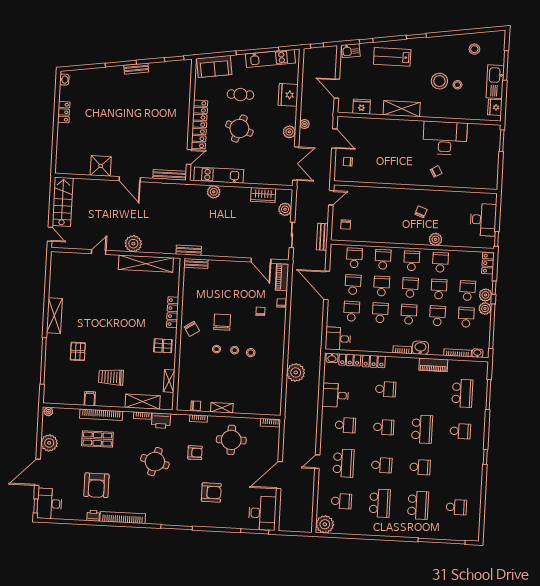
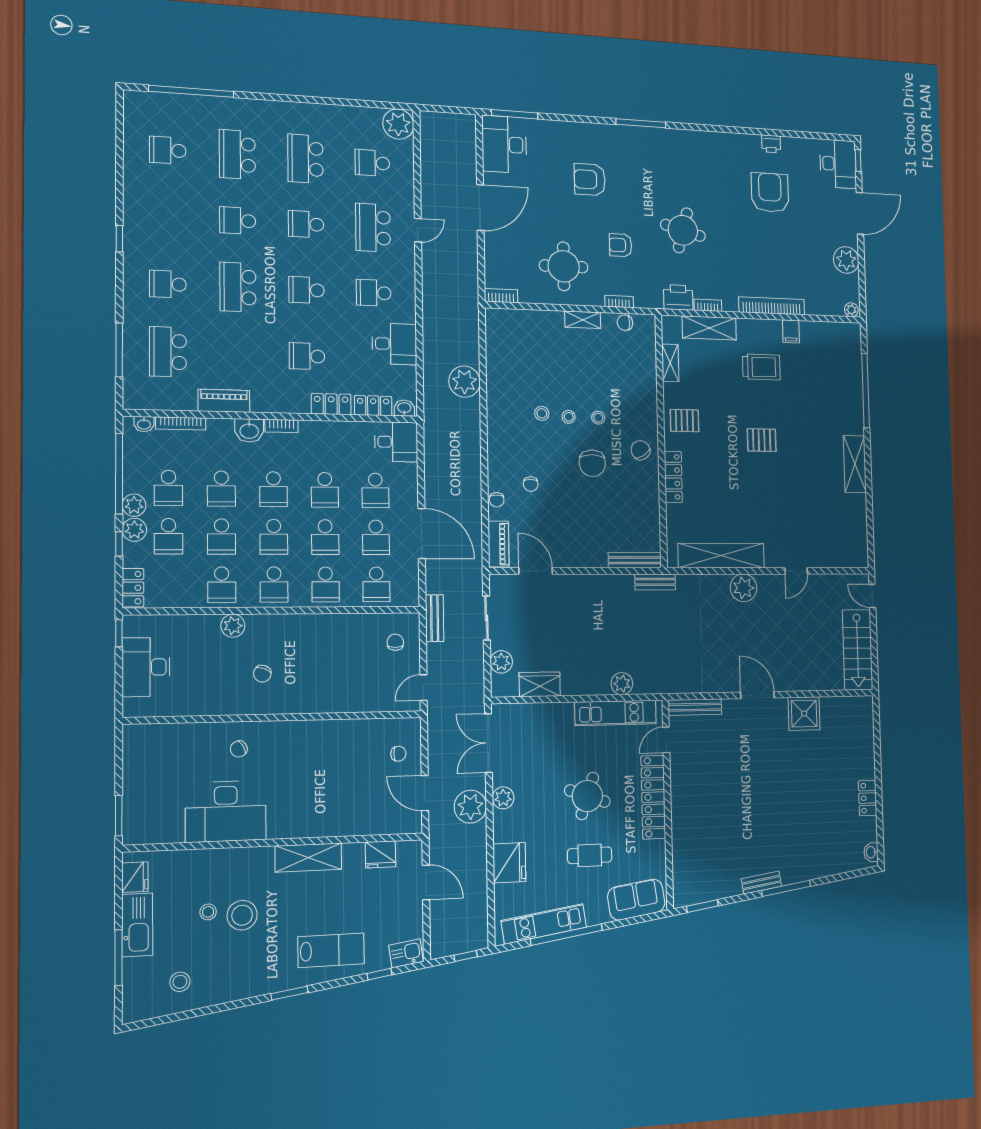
plant: (304, 124) -> (470, 807), width x1.88, depth x1.88
bench: (196, 263) -> (635, 560), width x1.36
pallet: (78, 351) -> (762, 440), moved, turned 90
shop shelf: (97, 439) -> (774, 267), removed
bookcase: (123, 518) -> (726, 140), removed

